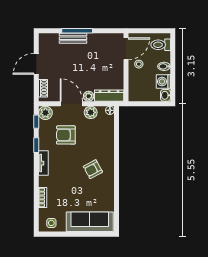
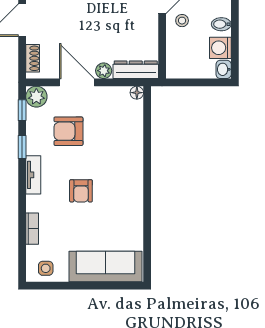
plant: (91, 112) -> (107, 96), removed
armchair: (93, 169) -> (81, 191), moved, turned -62

